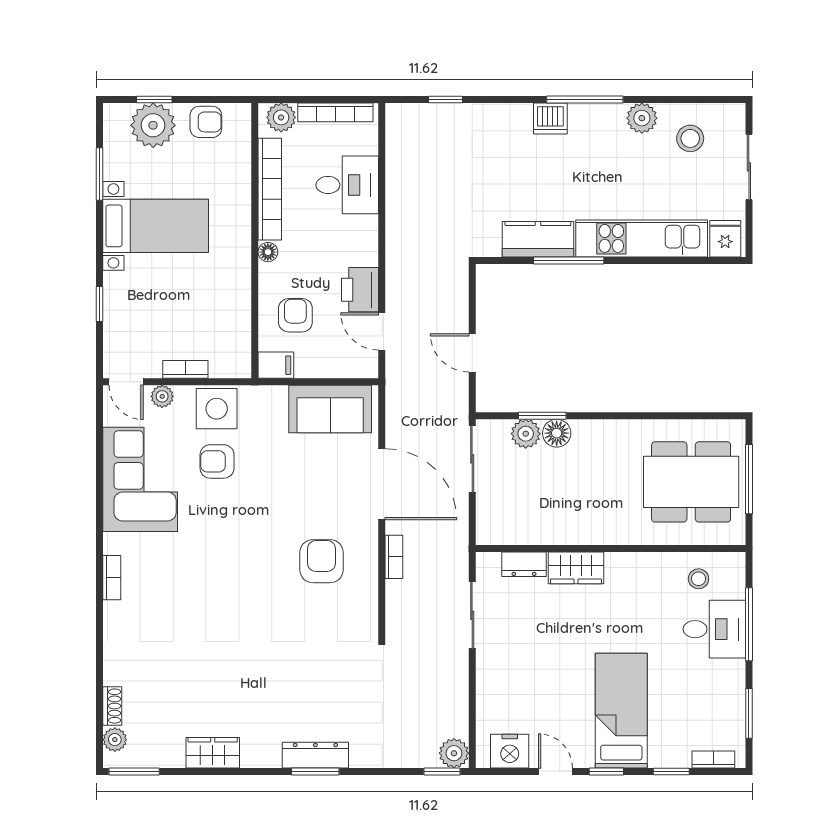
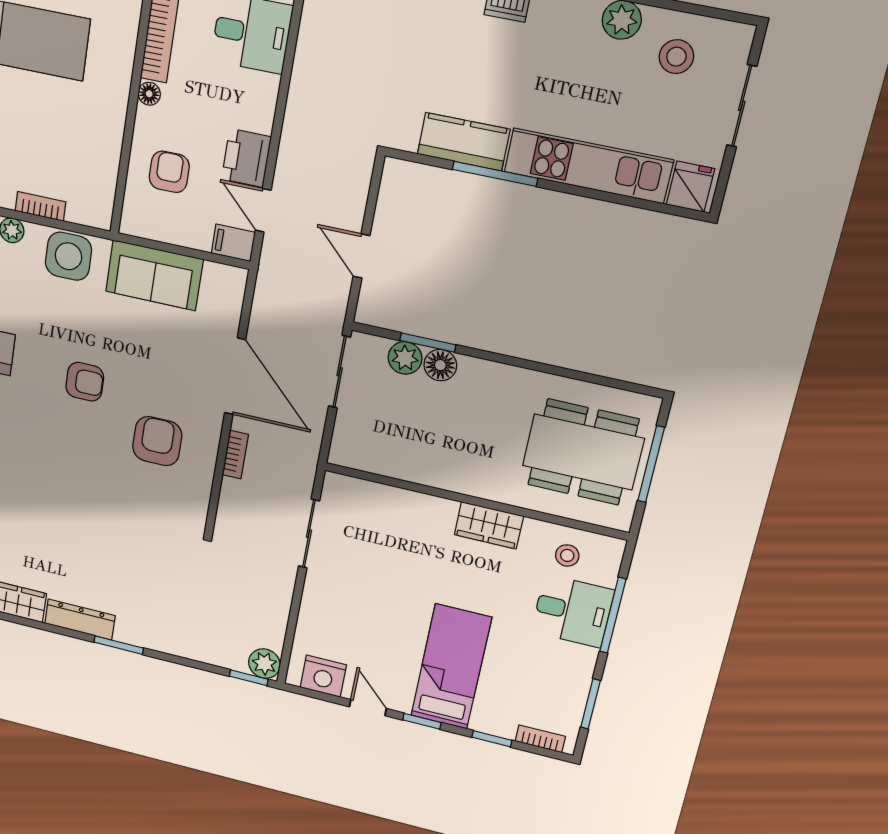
filing cabinet: (276, 365) -> (233, 243), moved, turned 180
sofa: (330, 409) -> (154, 275), moved
armchair: (217, 461) -> (85, 382), moved, turned 180
dresser: (524, 564) -> (375, 495), removed
wardrobe: (576, 568) -> (489, 525), moved
dresser: (315, 755) -> (80, 619), moved

